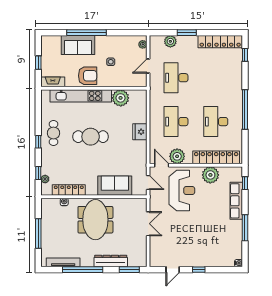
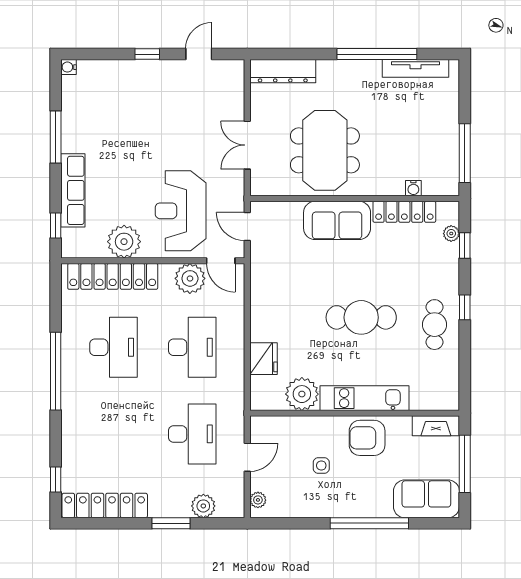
sofa: (78, 45) -> (426, 499), moved
window: (38, 63) -> (465, 464), width x2.17
kitchen unit: (81, 96) -> (365, 398), width x0.73
fridge: (140, 132) -> (264, 359), moved
sofa: (115, 186) -> (337, 220), moved
meeting table: (95, 220) -> (325, 150), moved
window: (38, 233) -> (465, 153), moved
dresser: (111, 261) -> (283, 71), moved
window: (129, 270) -> (285, 54), removed

